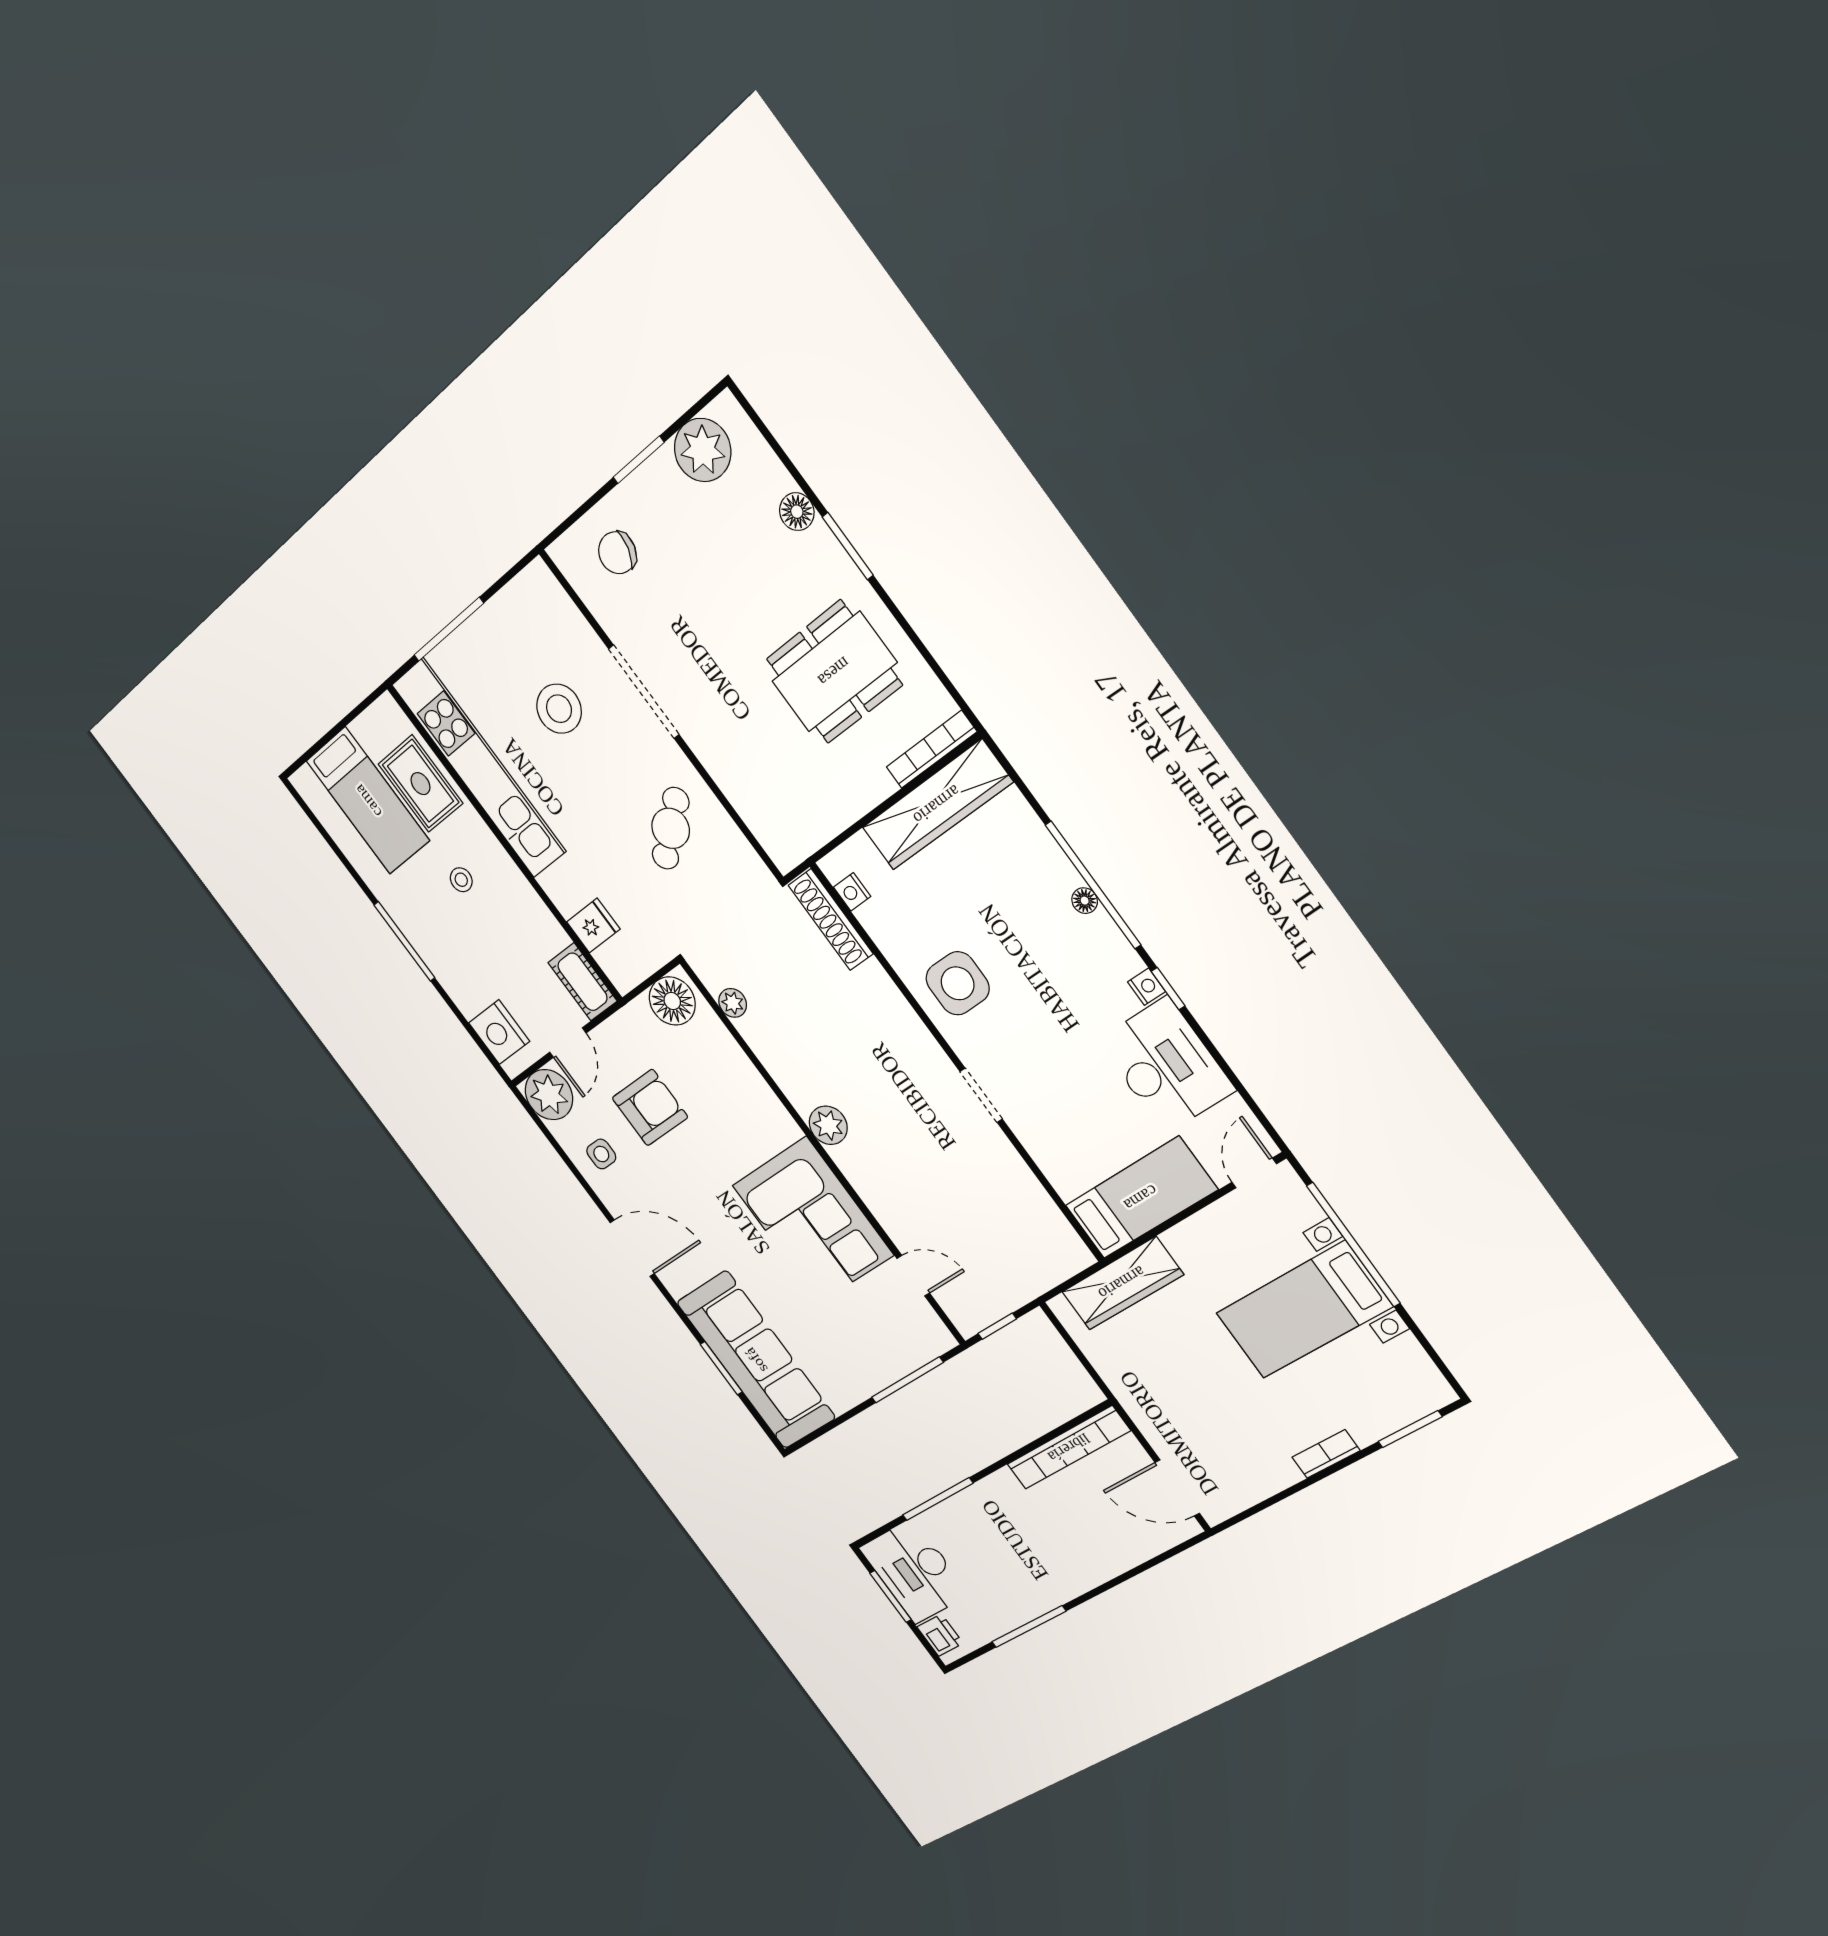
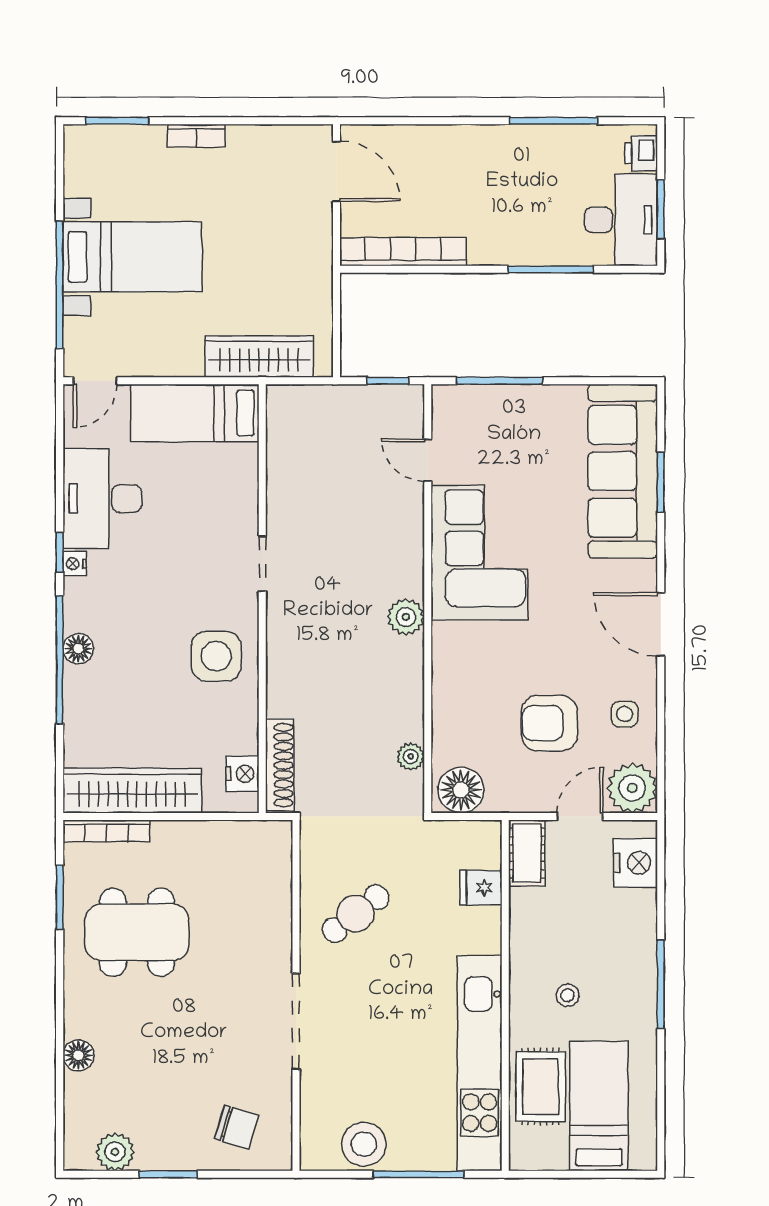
plant: (703, 450) -> (115, 1152), width x0.73, depth x0.73
window: (848, 546) -> (60, 897), moved
stool: (559, 709) -> (364, 1144), moved
nightstand: (852, 892) -> (242, 774), width x1.39, depth x1.35
floor lamp: (1085, 901) -> (78, 649), width x1.37, depth x1.37

